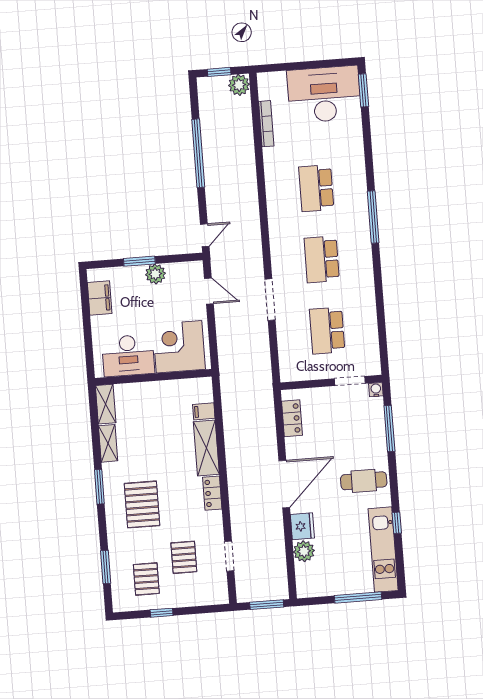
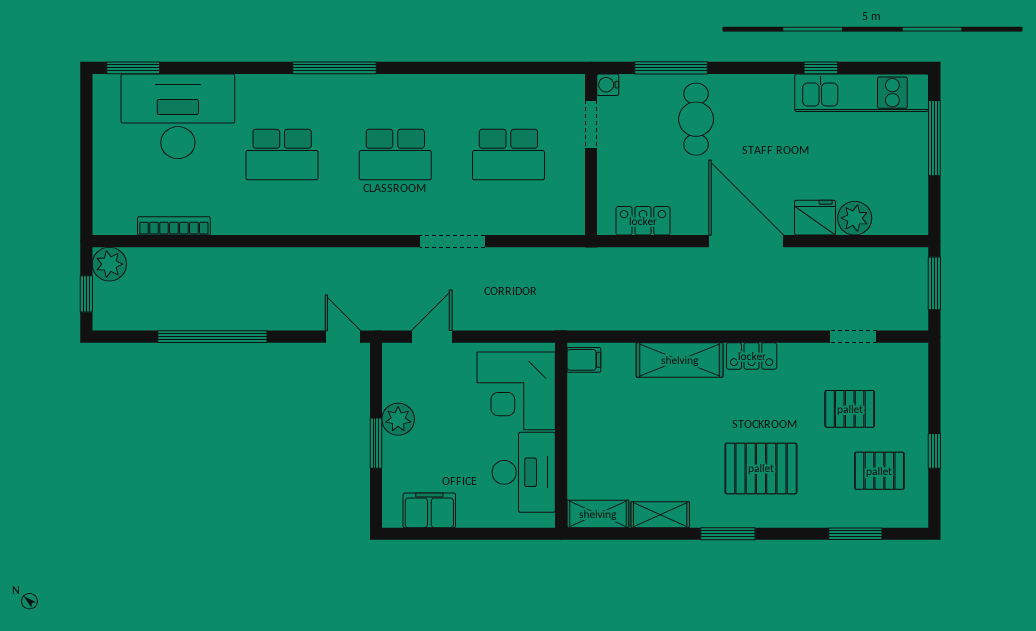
desk: (324, 94) -> (178, 116), moved, turned 90
filing cabinet: (204, 411) -> (584, 360), moved, turned -90
cafe table: (364, 481) -> (696, 119), moved

